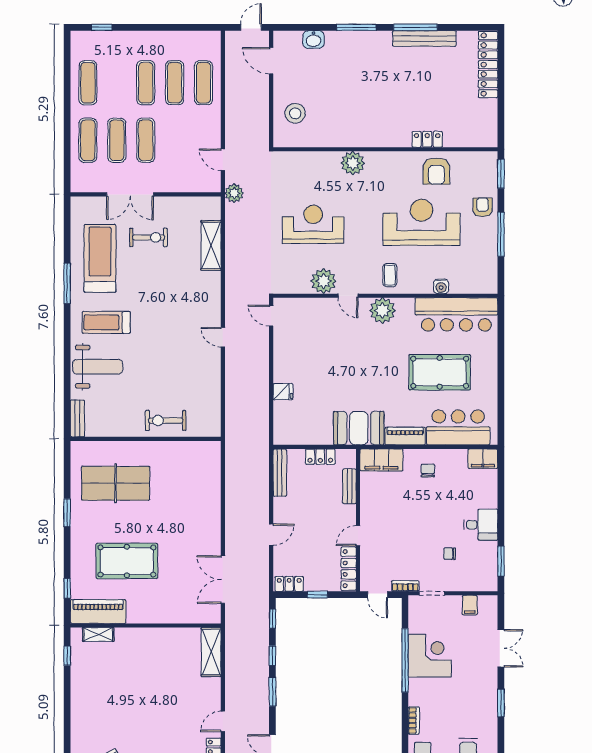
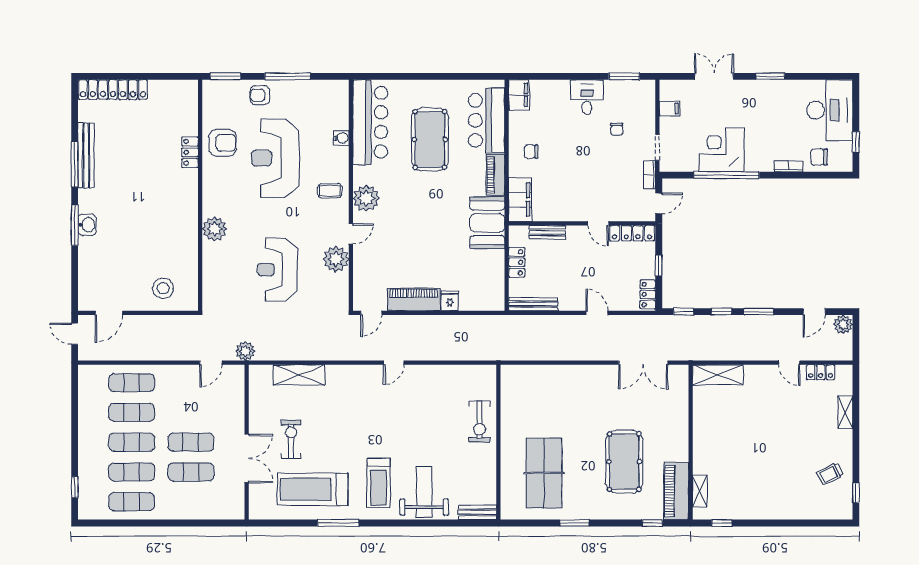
washbasin: (314, 39) -> (87, 225), moved
exercise mat: (88, 140) -> (132, 472), moved
piano: (284, 357) -> (414, 300), added

